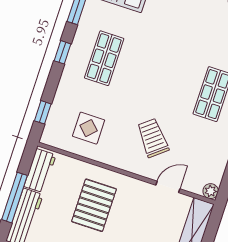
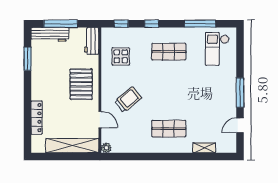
window: (63, 52) -> (152, 24), moved
workbench: (40, 171) -> (92, 41), moved, turned 90
pallet: (94, 205) -> (81, 84), moved, turned 90

